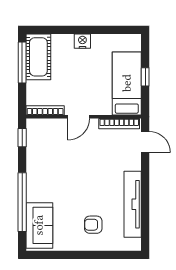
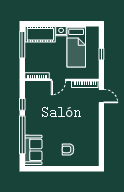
cot: (38, 57) -> (40, 34), moved, turned 90
bed: (127, 83) -> (76, 47), moved, turned 180
window: (22, 138) -> (22, 104), moved
tv unit: (133, 204) -> (93, 136), removed

